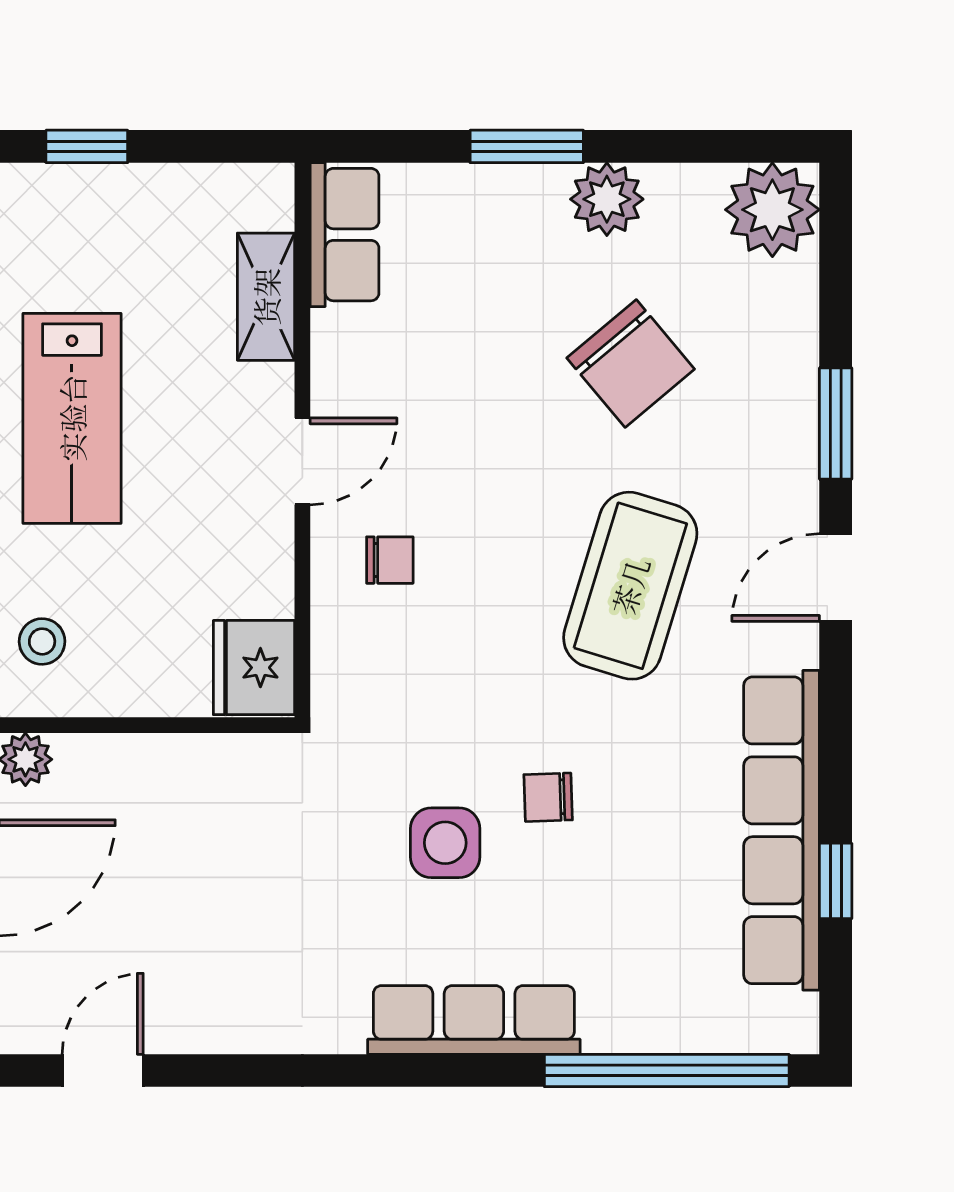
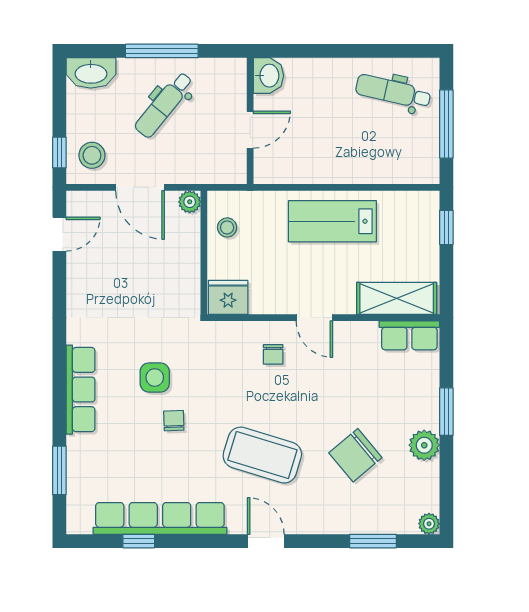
plant: (772, 210) -> (429, 524), width x0.53, depth x0.53
shelving: (266, 297) -> (397, 298), width x1.50, depth x1.33
window: (836, 424) -> (373, 541), moved
stool: (42, 641) -> (227, 227), moved
door: (103, 1071) -> (59, 234), hinge flipped
window: (667, 1071) -> (59, 470), width x0.47

